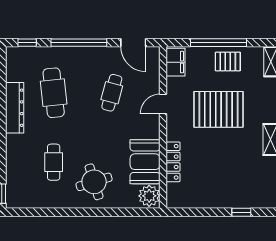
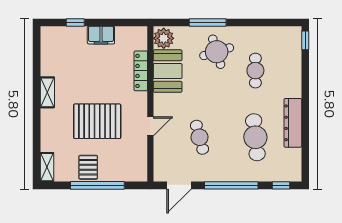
door: (133, 43) -> (179, 185), swing flipped
pallet: (228, 61) -> (88, 167), turned 90
filing cabinet: (175, 62) -> (101, 35), moved, turned -90
cafe table: (112, 93) -> (200, 137), turned -30
window: (104, 212) -> (208, 22), added

